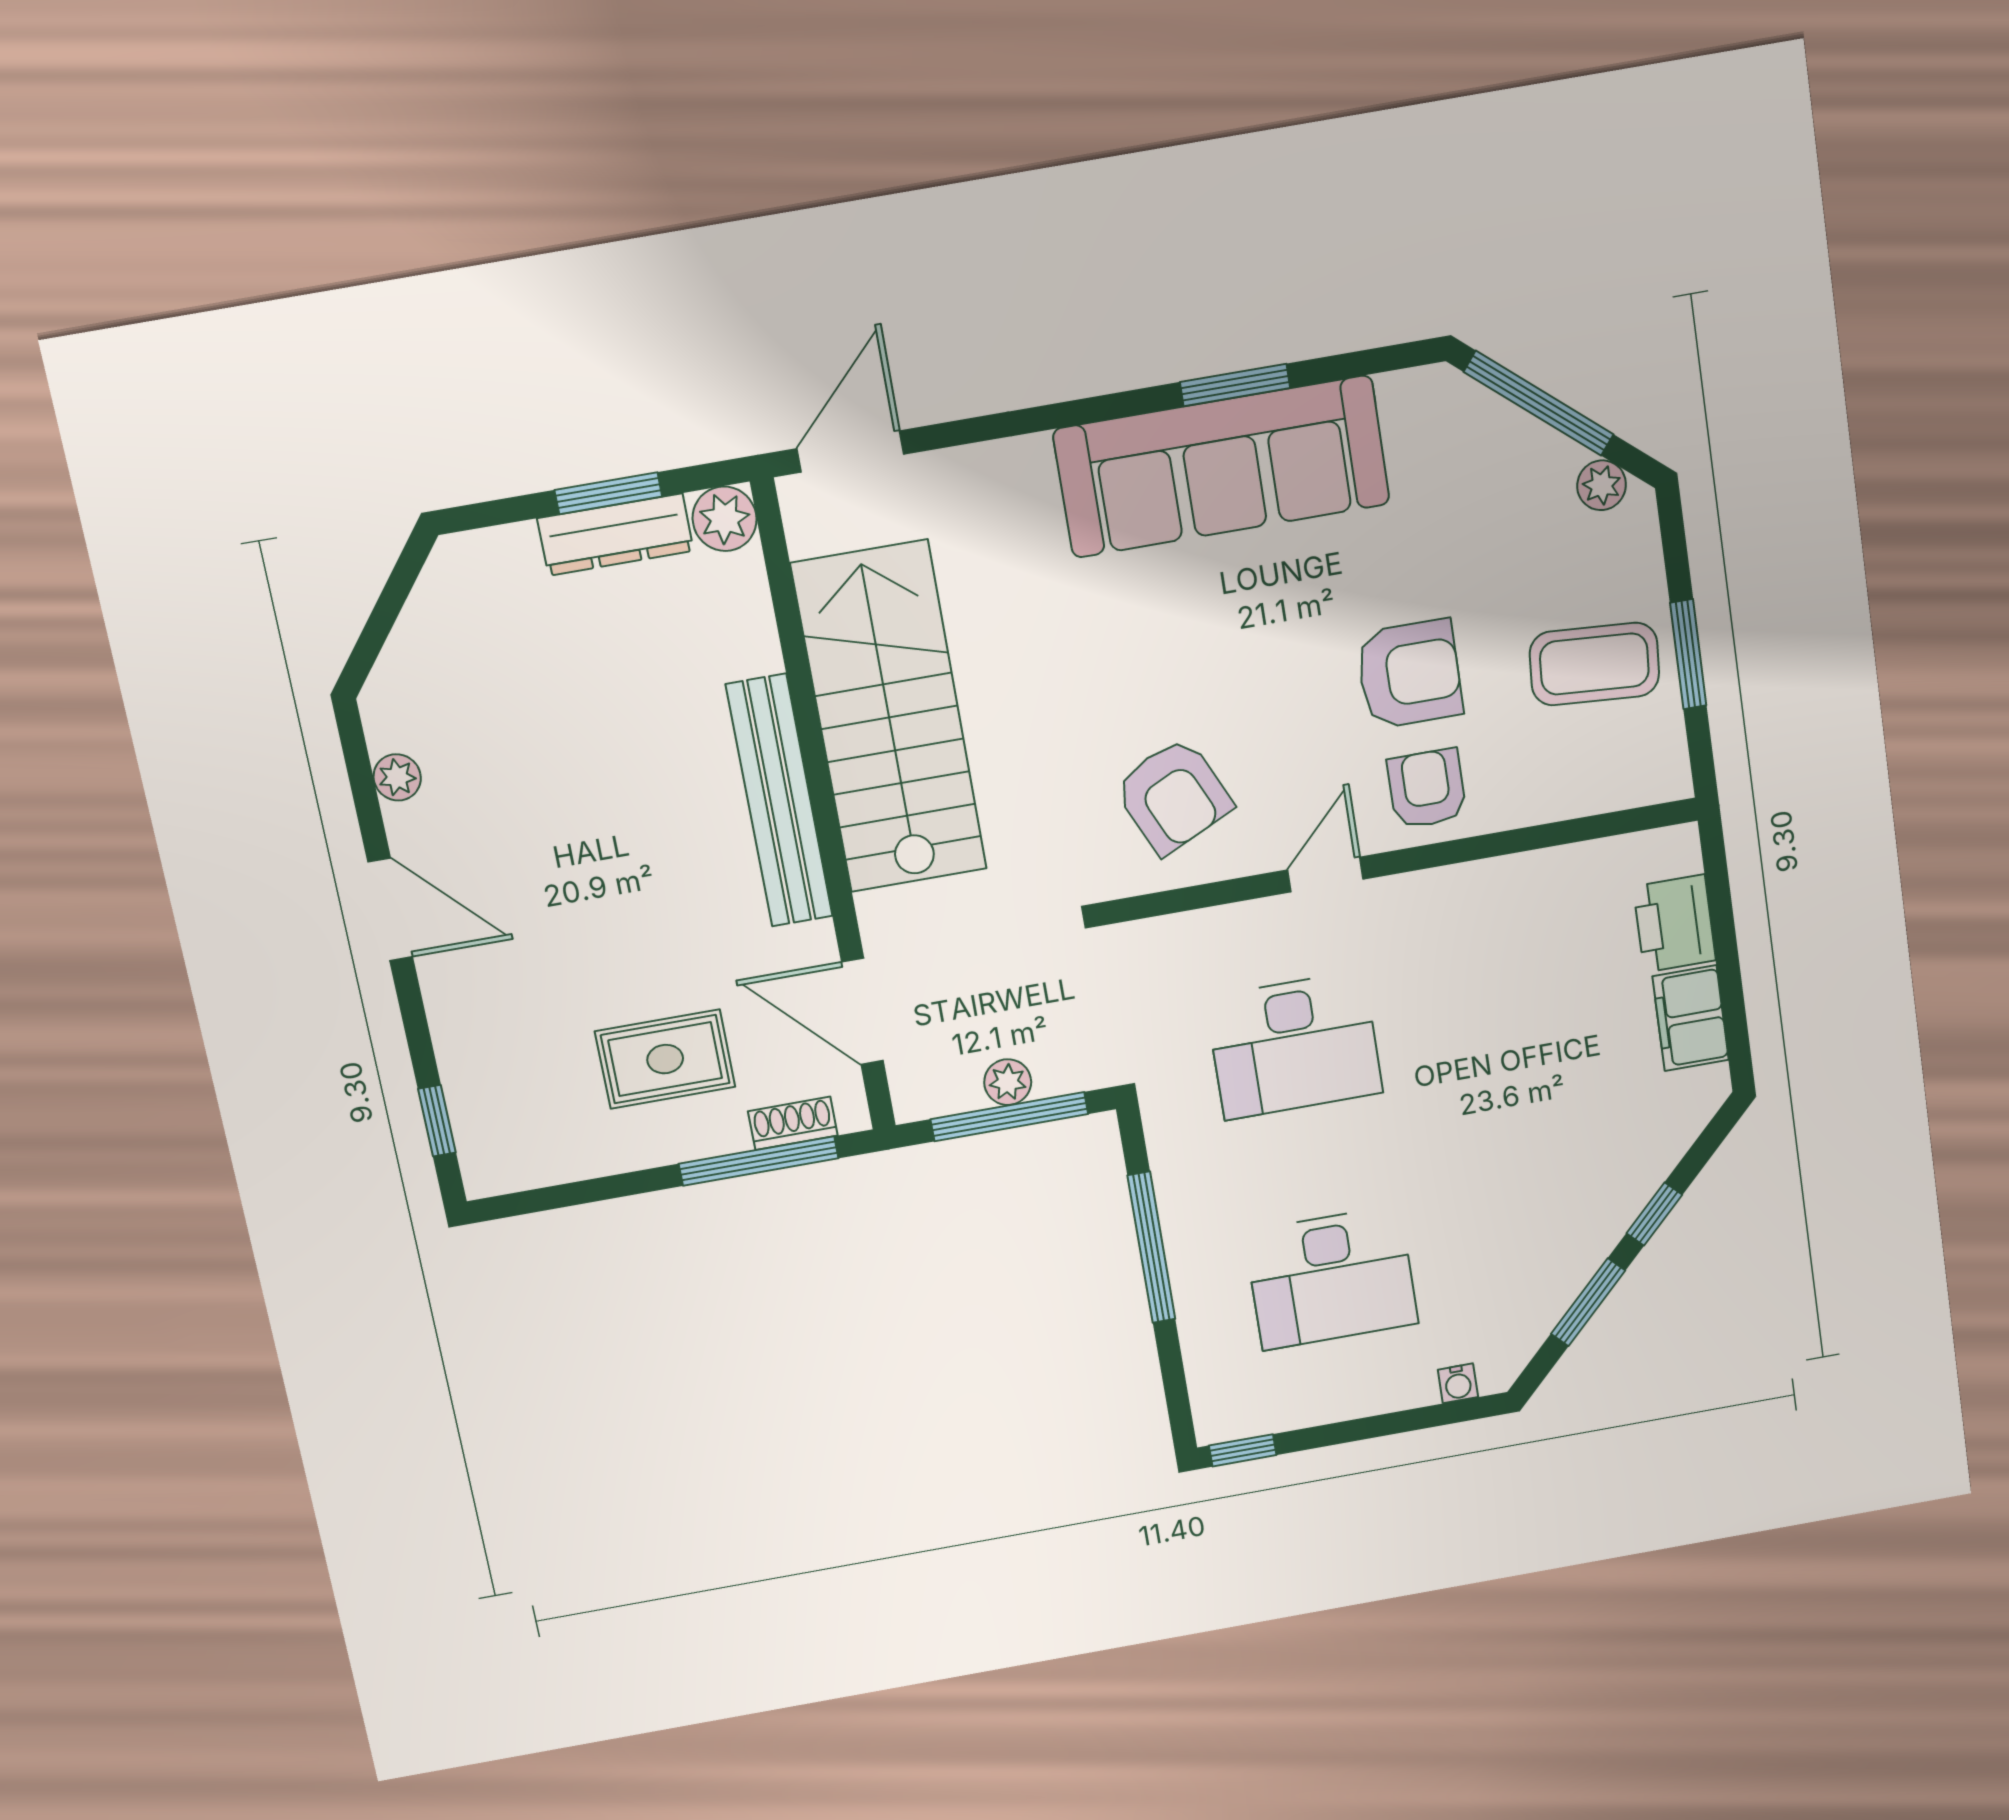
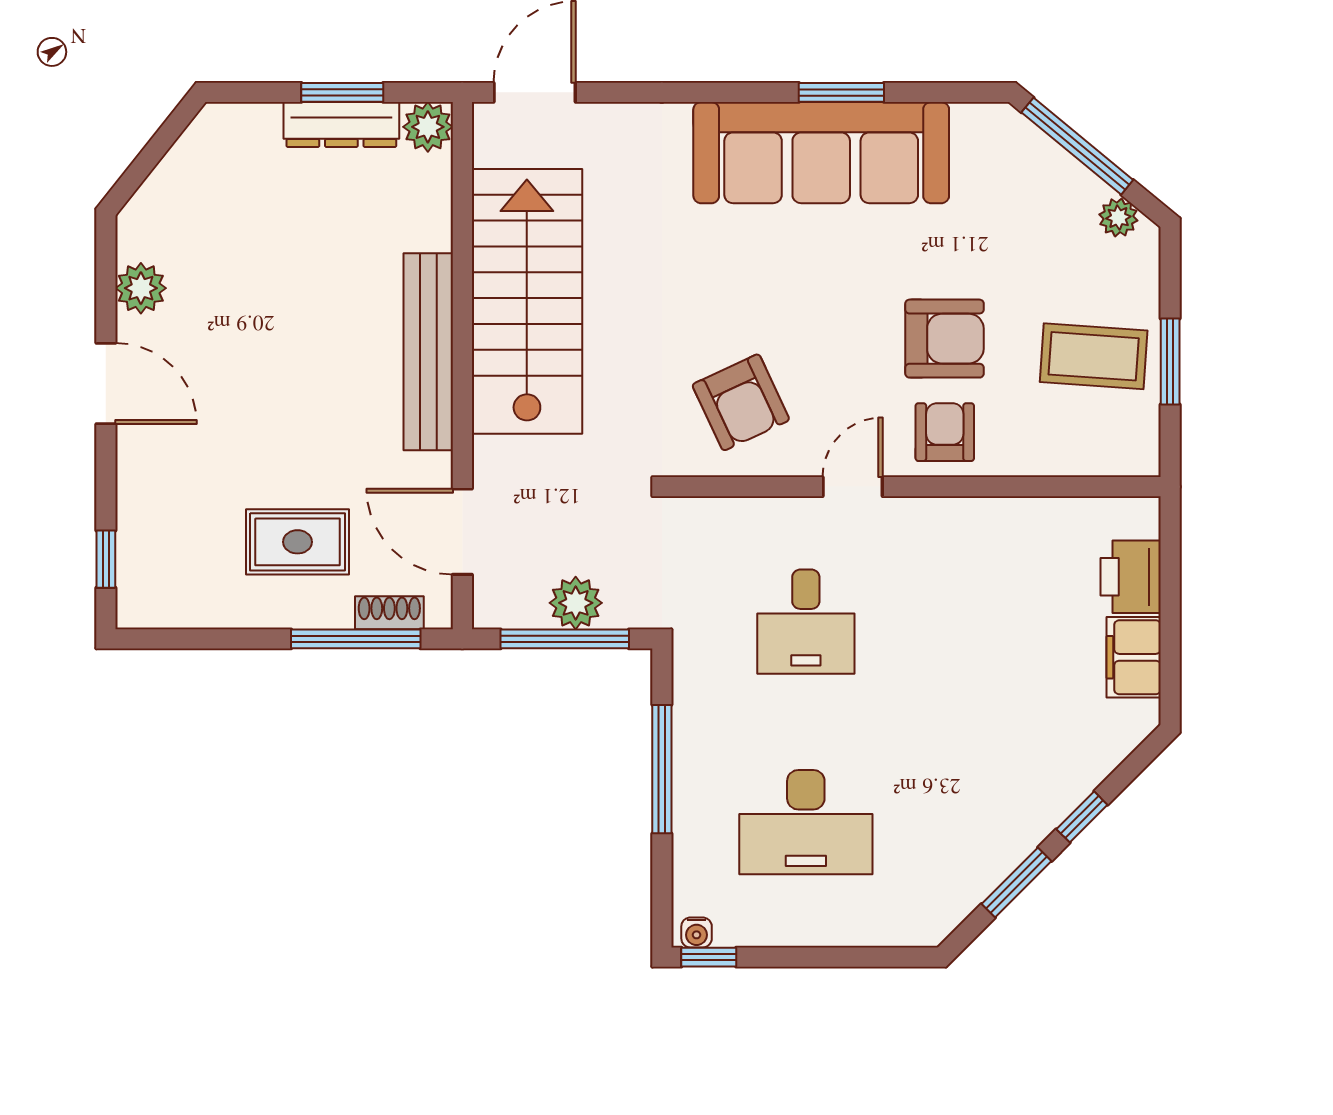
plant: (397, 777) -> (141, 288), width x1.38, depth x1.38
desk: (1294, 1045) -> (806, 622), width x0.73
plant: (1008, 1082) -> (576, 603), width x1.38, depth x1.38
water cooler: (1458, 1383) -> (697, 932), moved

